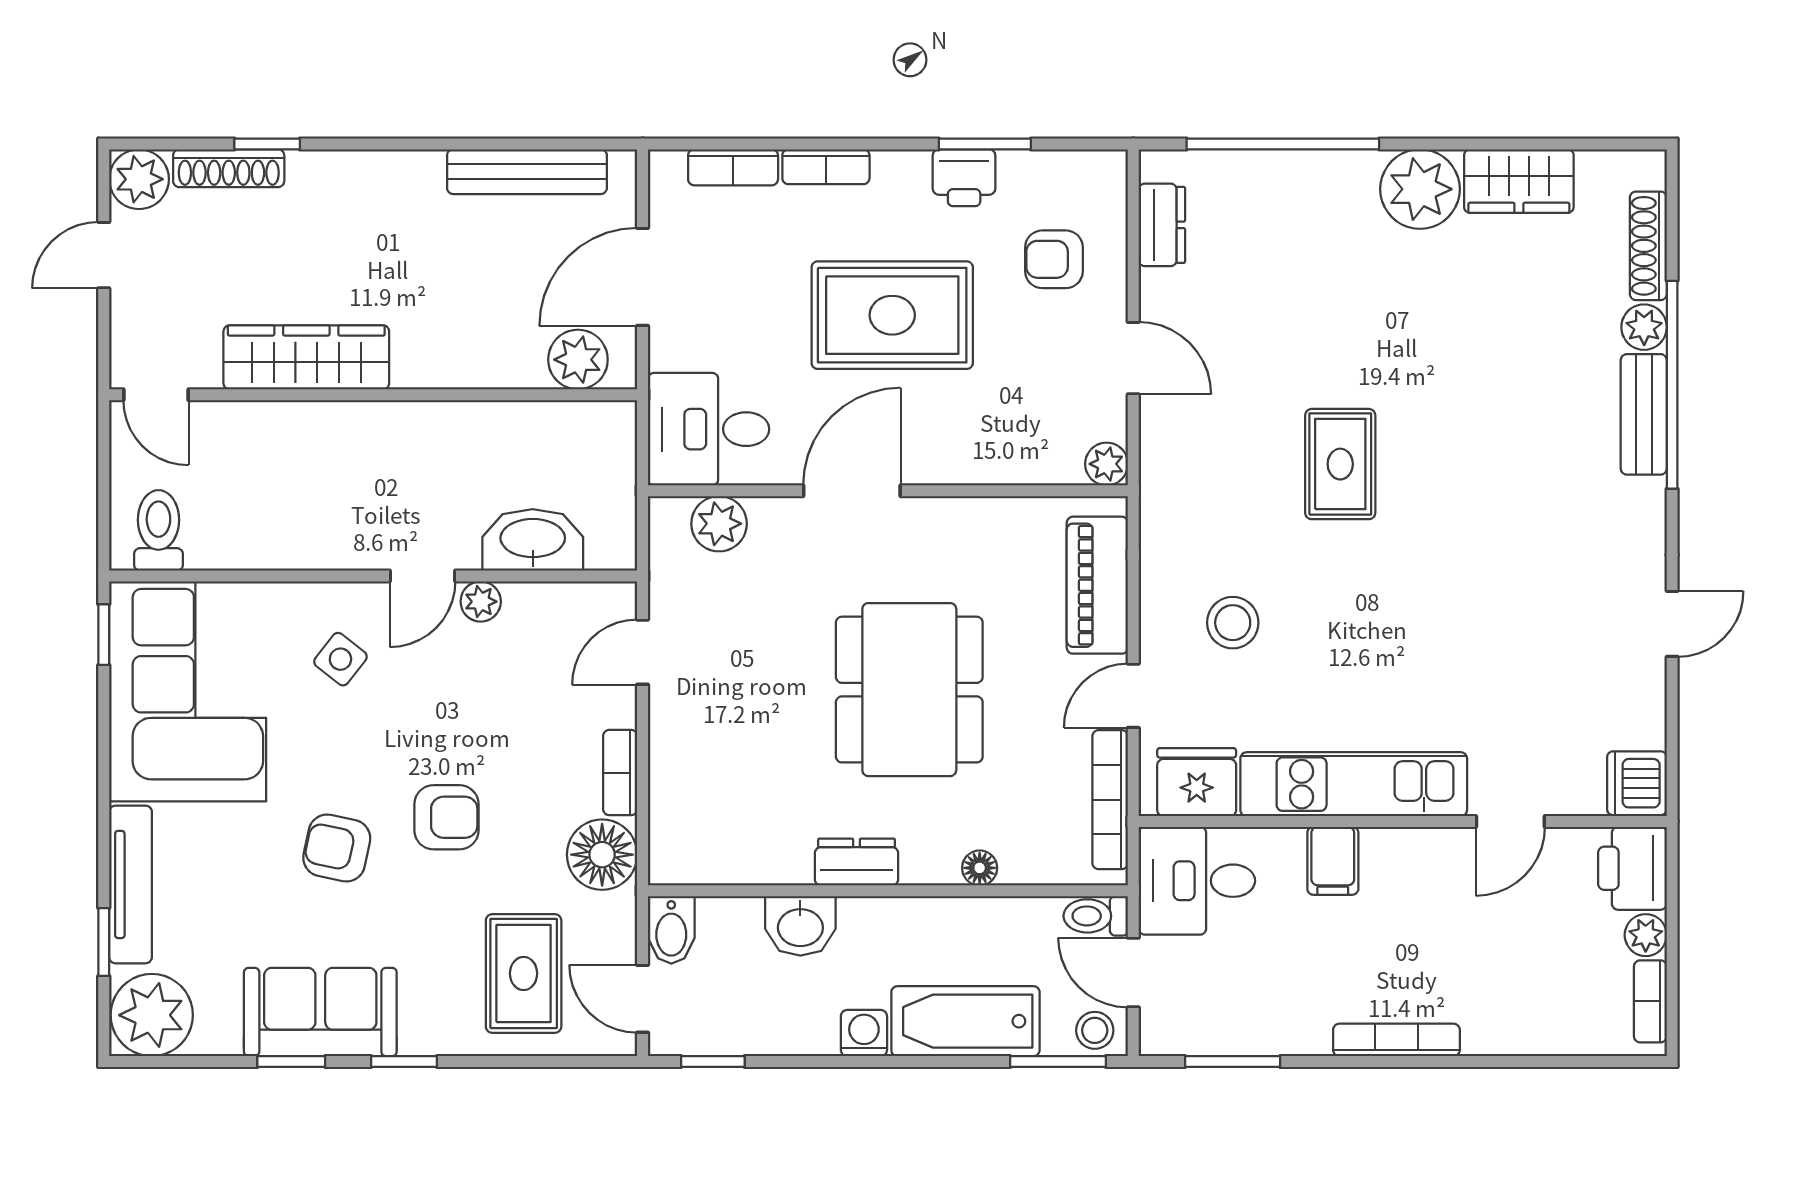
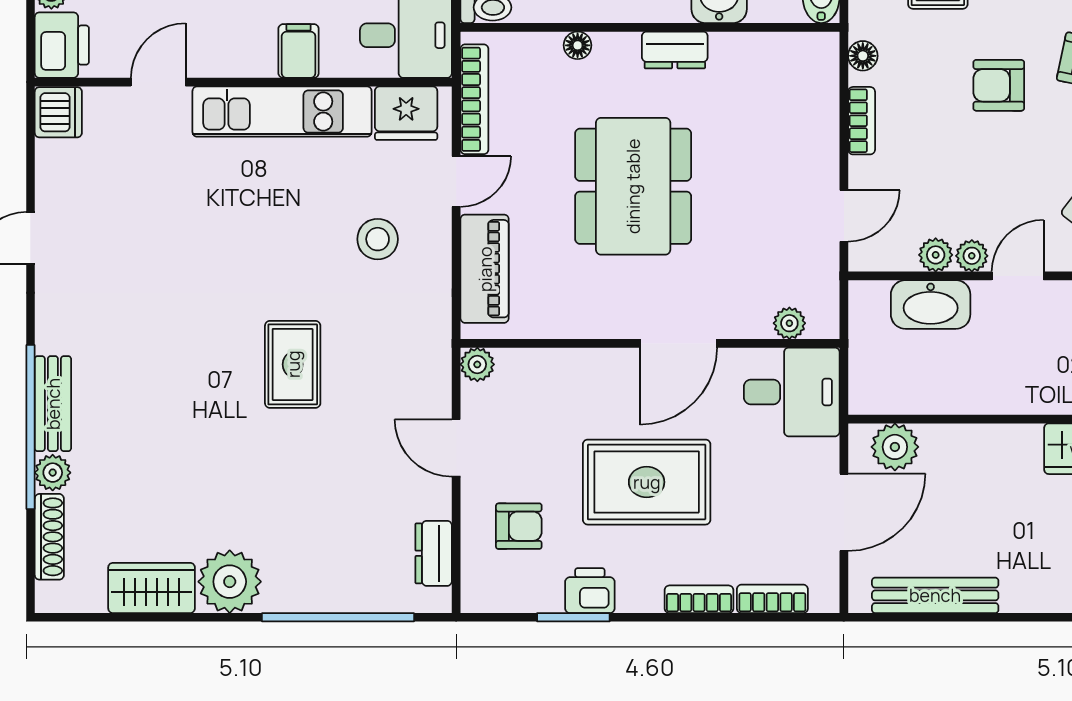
plant: (719, 524) -> (789, 323), width x0.73, depth x0.73
plant: (526, 603) -> (936, 255), added
floor lamp: (602, 855) -> (863, 56), width x0.53, depth x0.53

